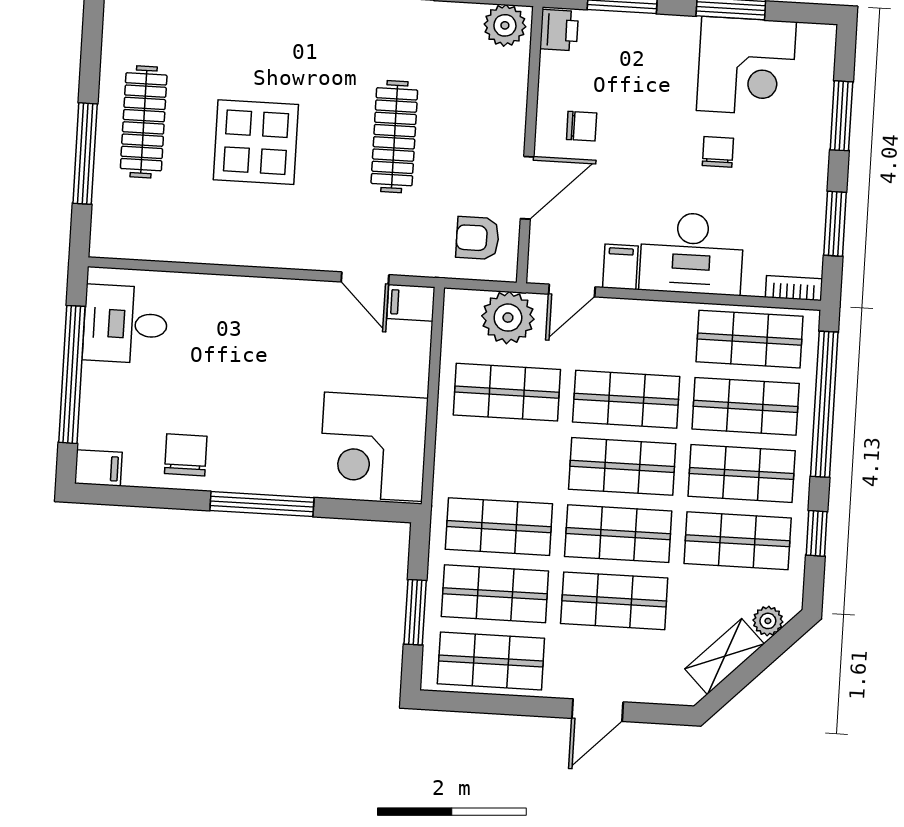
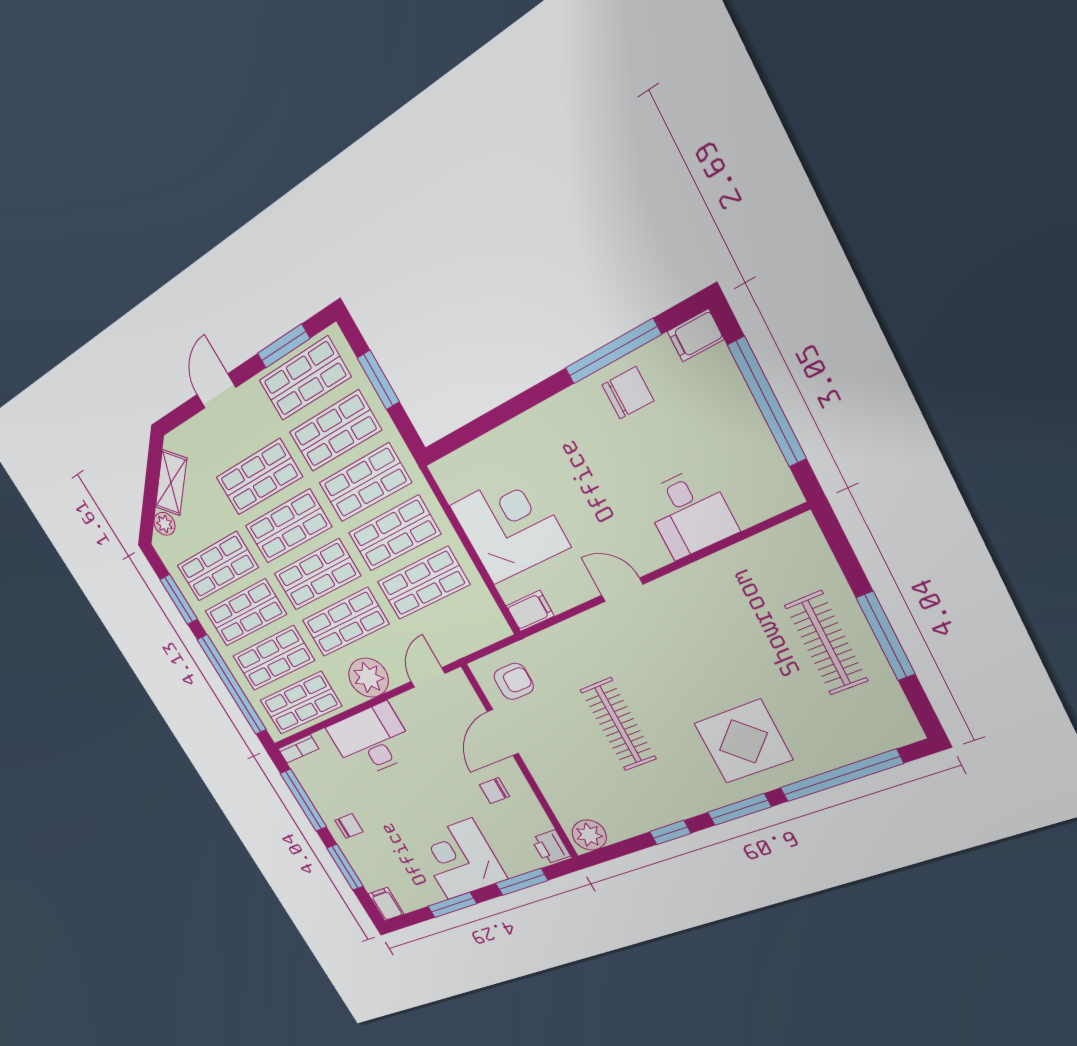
corner desk: (746, 66) -> (460, 859), moved
display table: (256, 142) -> (743, 741), moved
chair: (718, 152) -> (349, 826), moved, turned -90
window: (85, 154) -> (886, 636), moved
window: (835, 224) -> (303, 800), width x1.44
filing cabinet: (620, 267) -> (386, 904), moved, turned 180
door: (365, 278) -> (622, 590), moved
plant: (508, 318) -> (368, 678), moved
desk: (125, 324) -> (690, 513), moved, turned 90
corner desk: (373, 447) -> (510, 526), moved
chair: (186, 455) -> (628, 393), turned -90
shop shelf: (503, 459) -> (394, 533), added
window: (262, 504) -> (613, 351), moved
window: (817, 533) -> (179, 599), width x1.50
window: (491, 704) -> (284, 346), added

